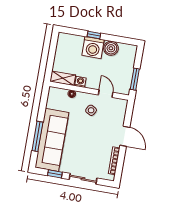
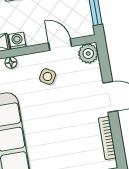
plant: (121, 105) -> (88, 54), added

